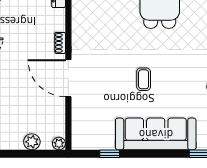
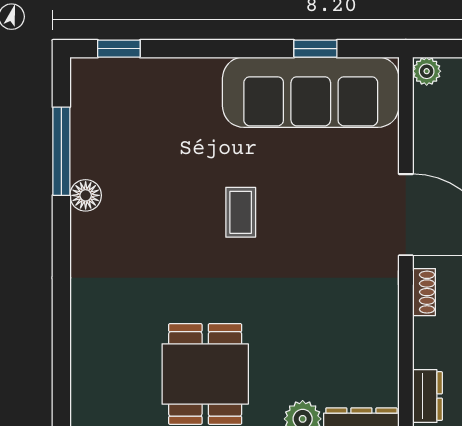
sofa: (156, 134) -> (311, 92), moved

